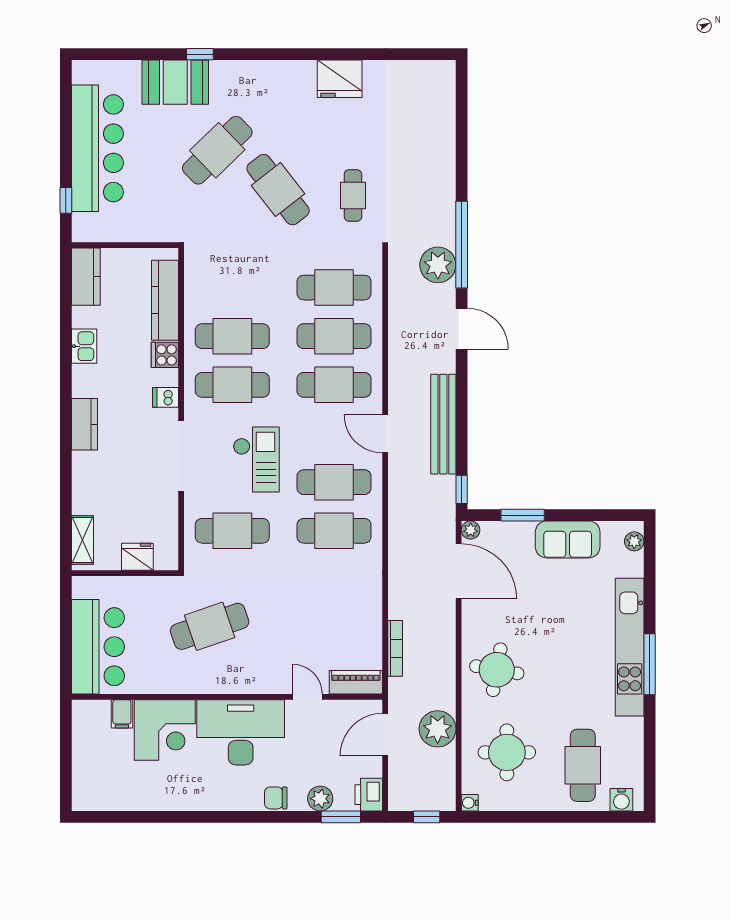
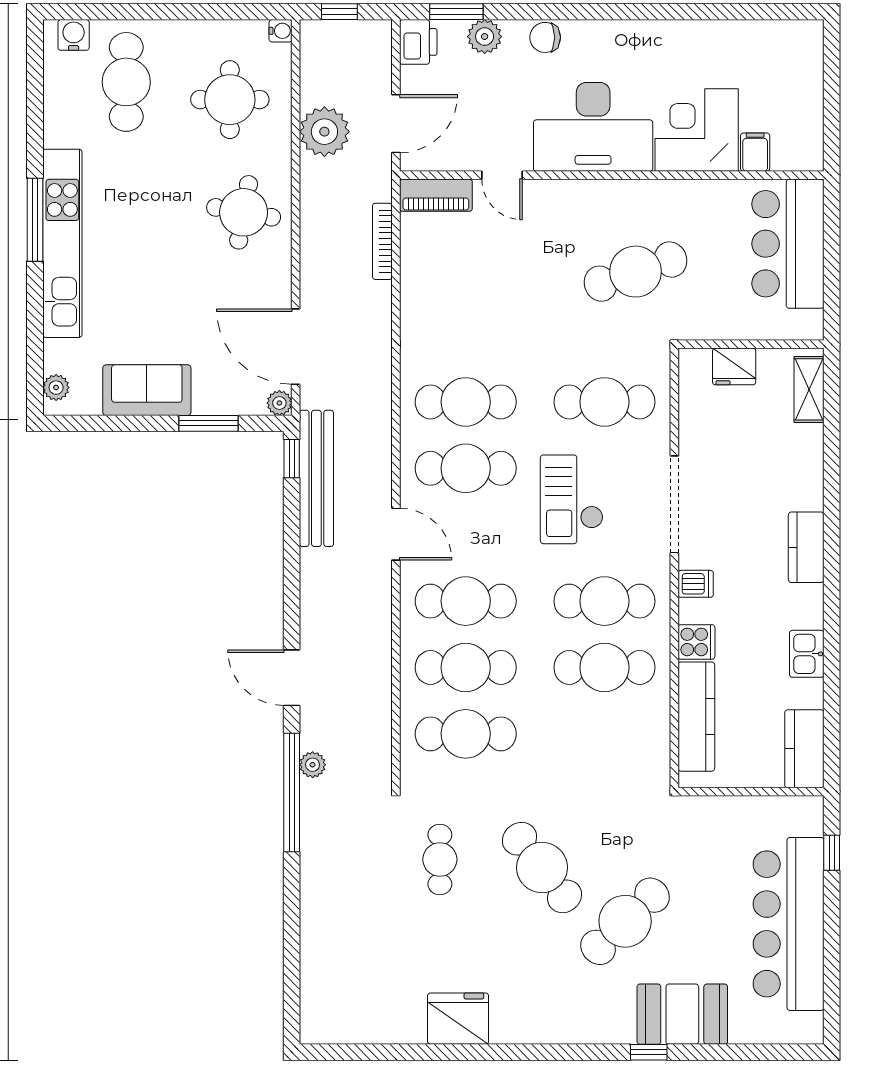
plant: (438, 265) -> (313, 765), width x0.53, depth x0.53
bench: (443, 424) -> (316, 478), moved
chair: (276, 798) -> (545, 37), turned 180

